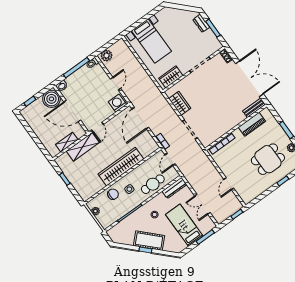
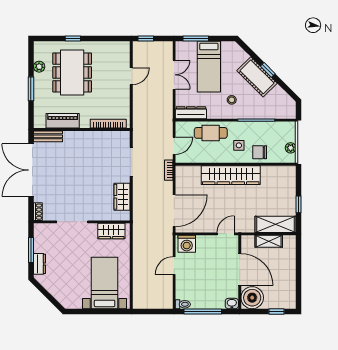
plant: (107, 56) -> (162, 301), removed
shelving: (83, 147) -> (275, 224), moved
dining table: (268, 159) -> (72, 72), width x1.38

